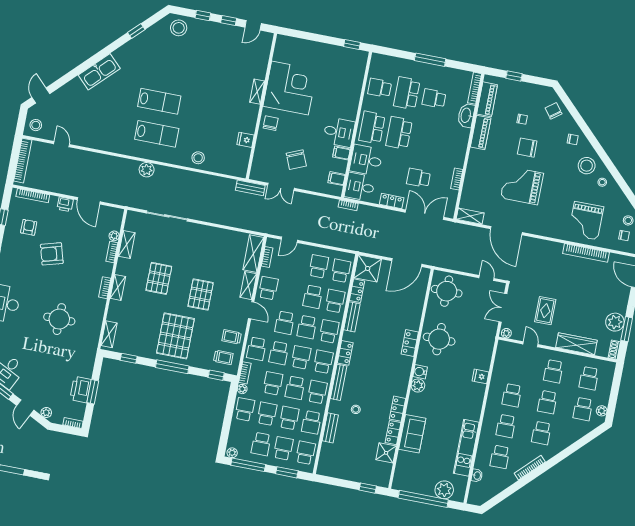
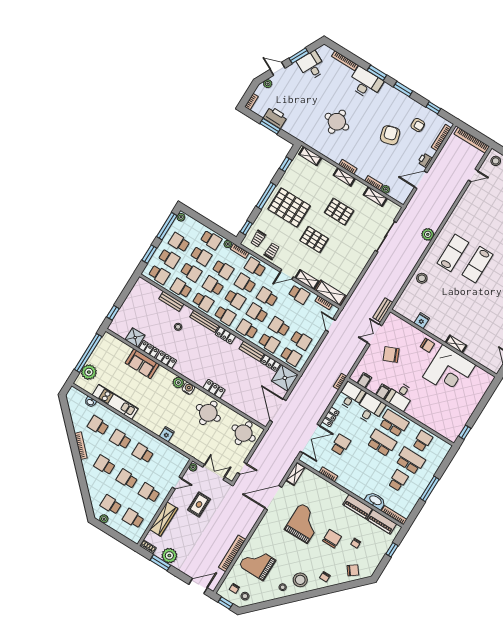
lab bench: (157, 134) -> (453, 253), turned 180
rug: (545, 311) -> (199, 504), turned 90
school desk: (329, 331) -> (247, 329), turned 180

